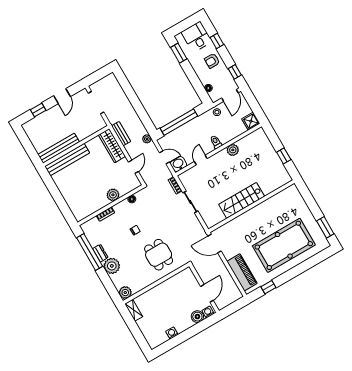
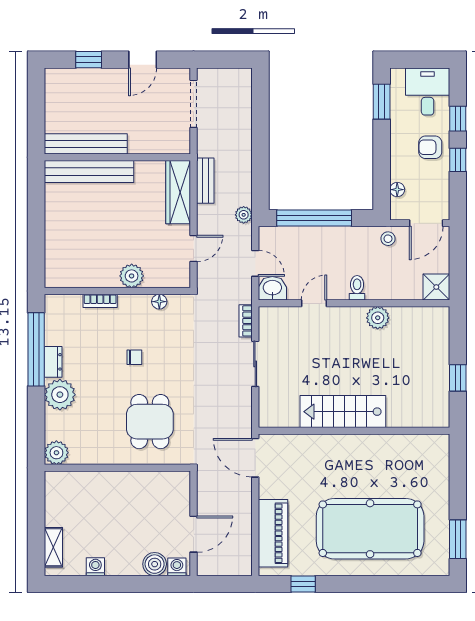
window: (235, 72) -> (458, 160), moved
shelving: (134, 310) -> (53, 547), moved

